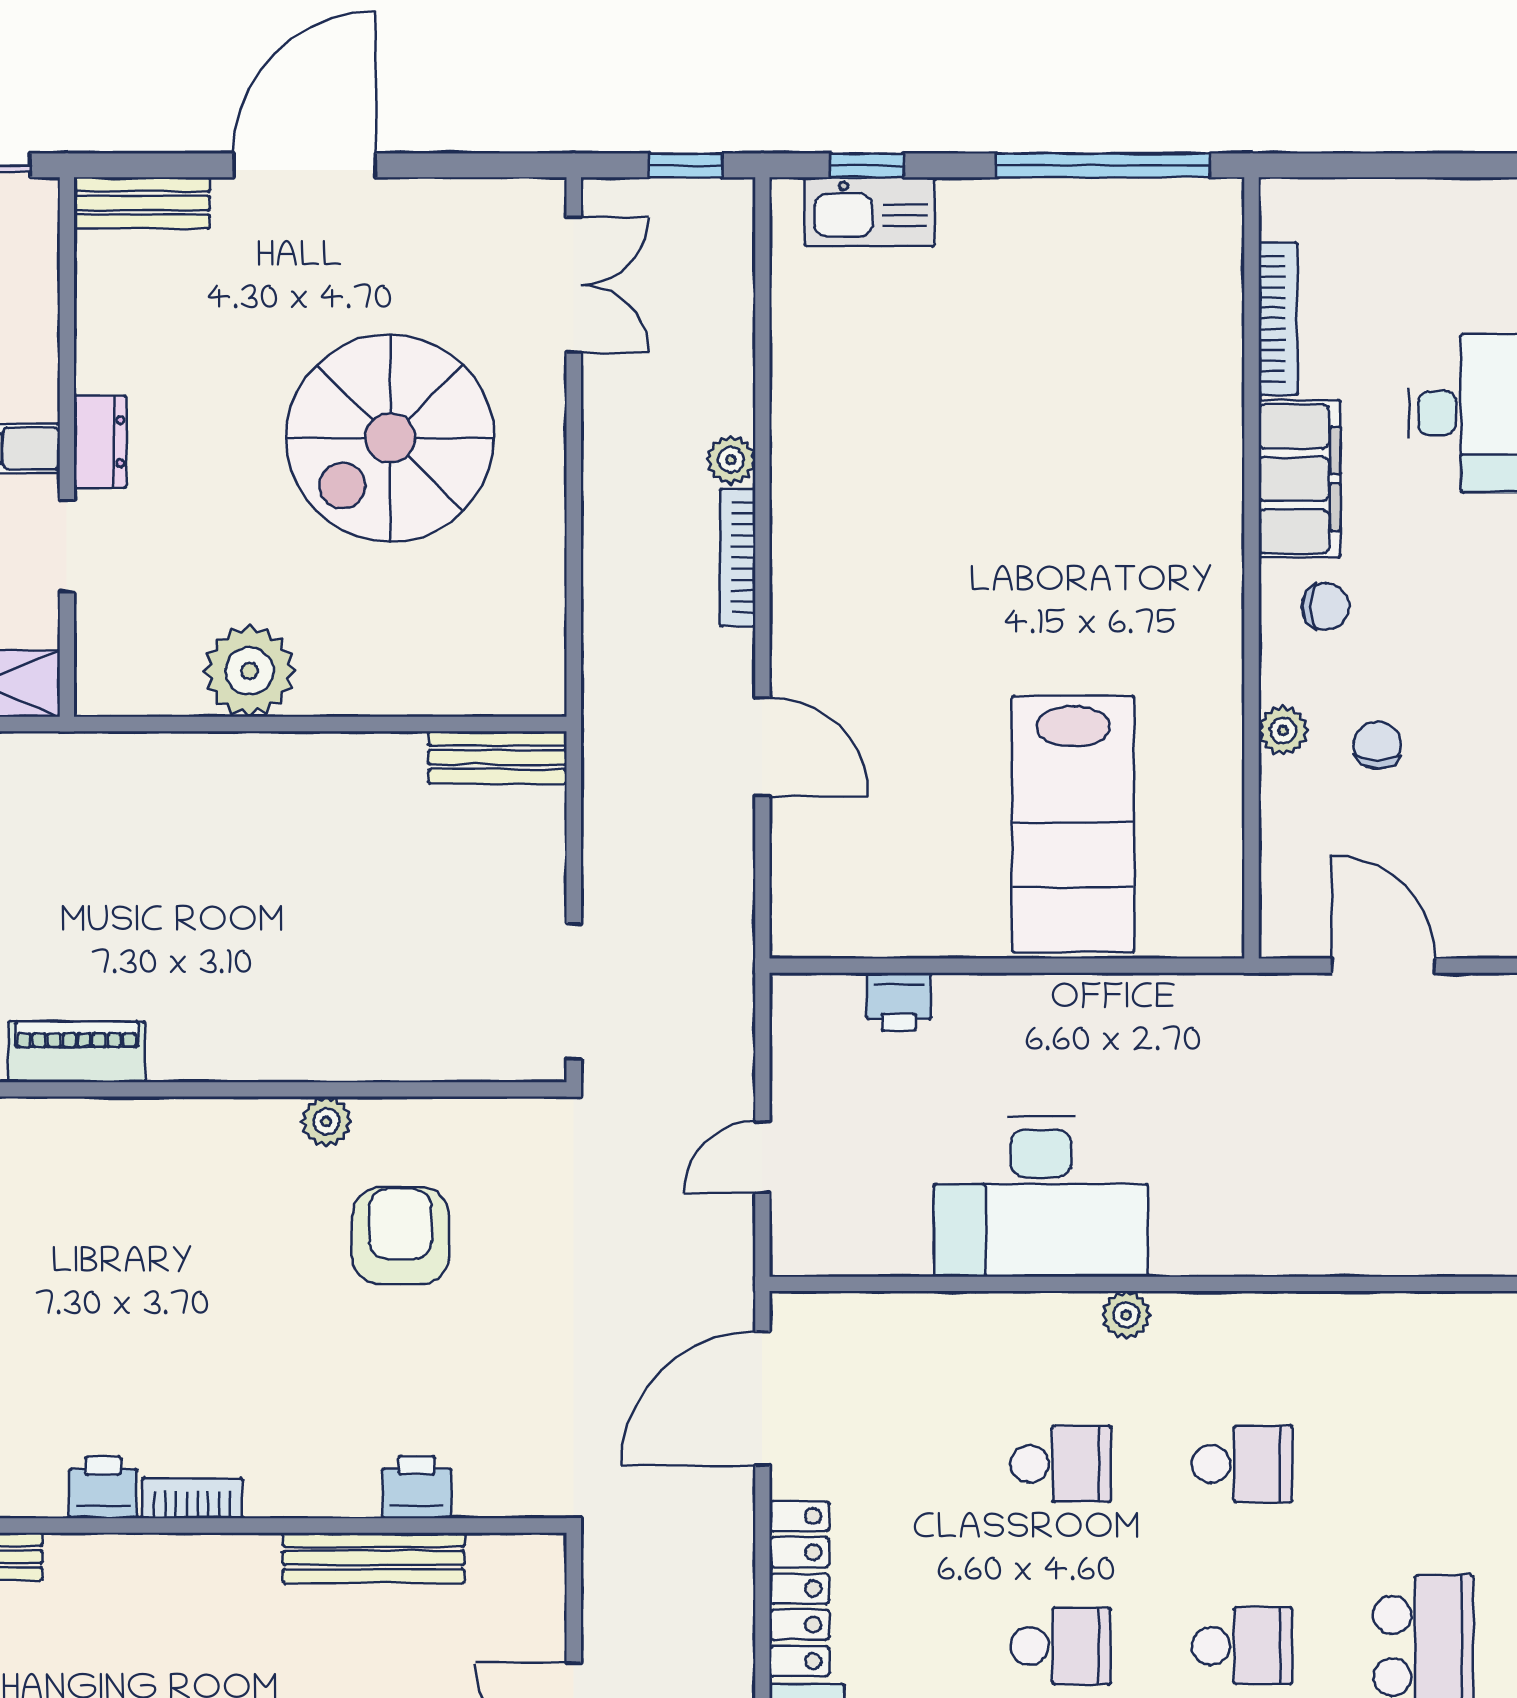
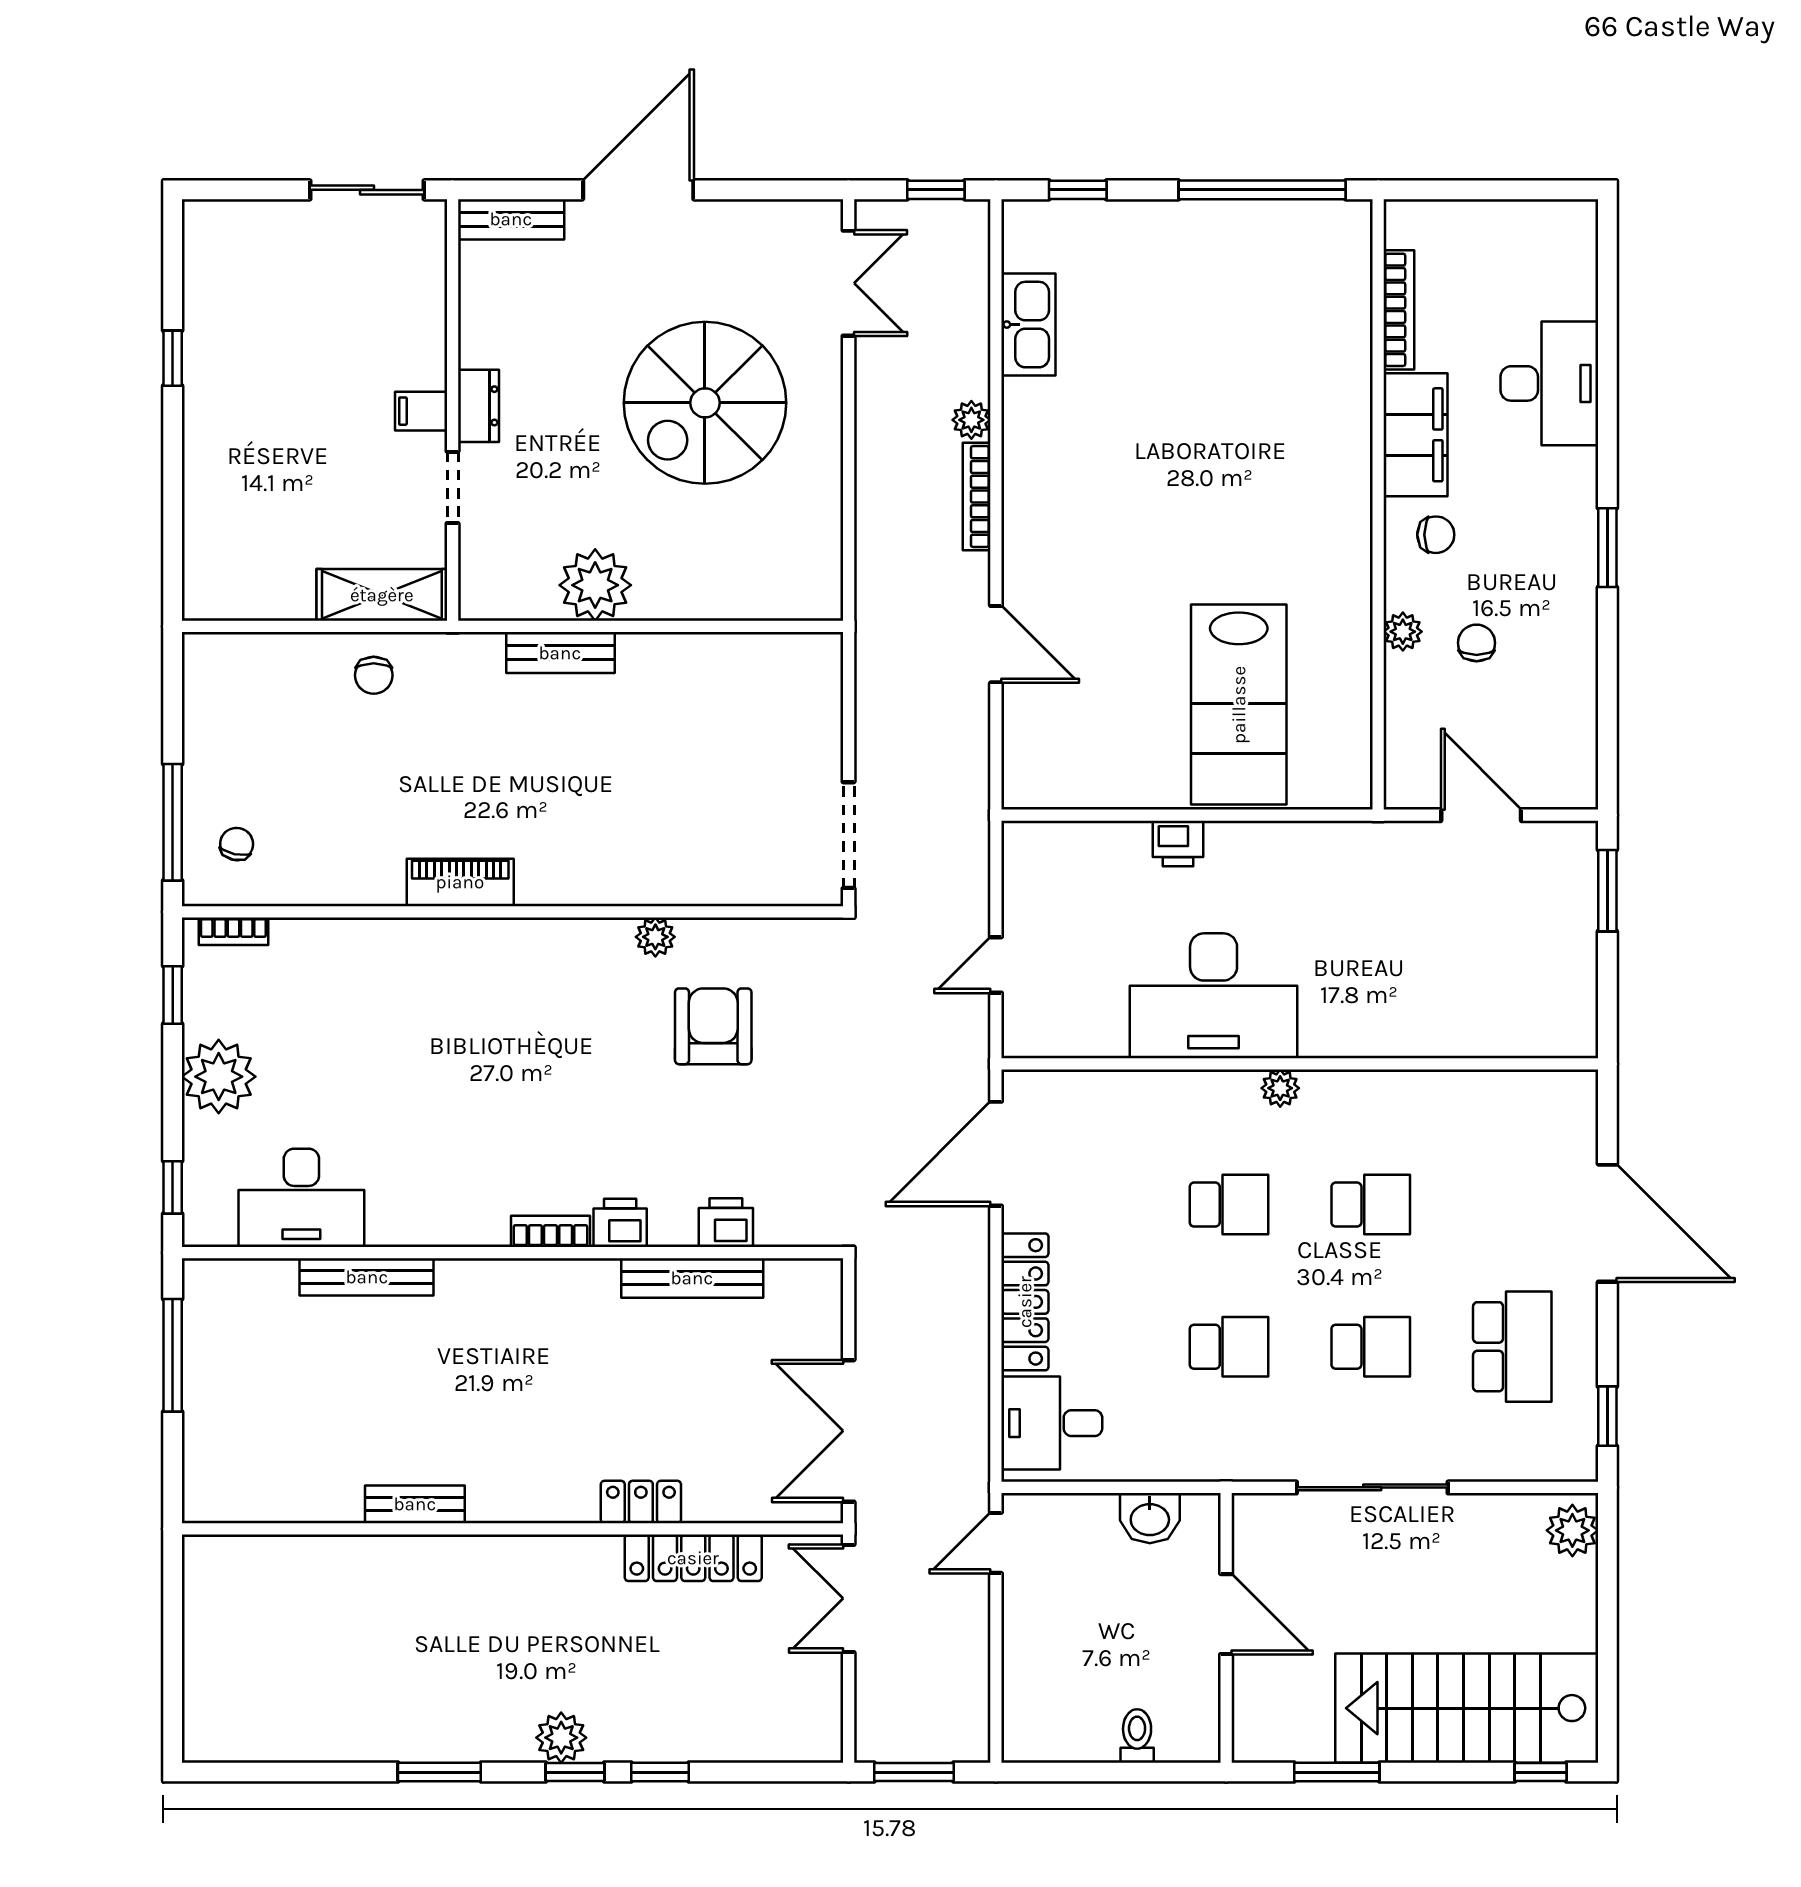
kitchen sink: (870, 212) -> (1028, 325), moved, turned -90
bench: (497, 757) -> (560, 653), moved
printer: (899, 1002) -> (1178, 844), moved
printer: (103, 1487) -> (620, 1223), moved

